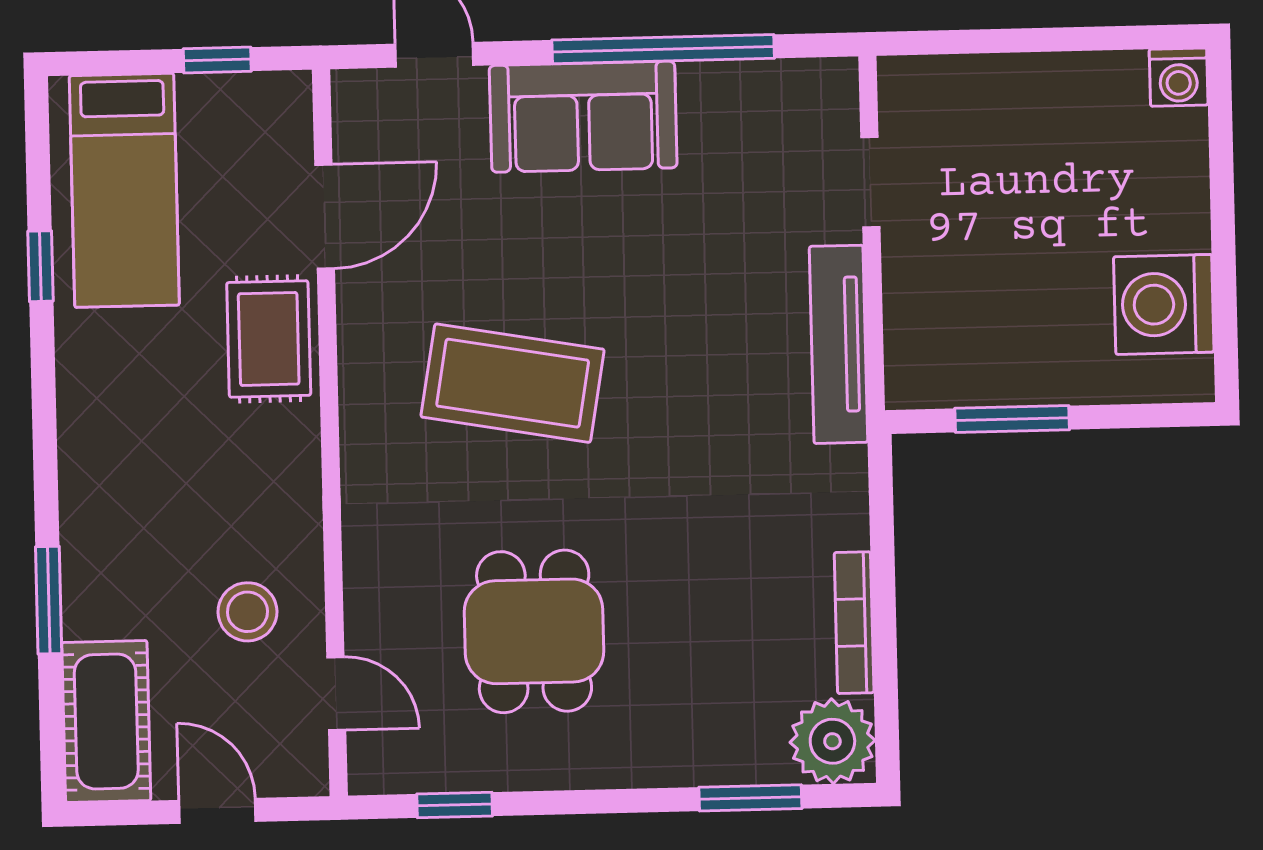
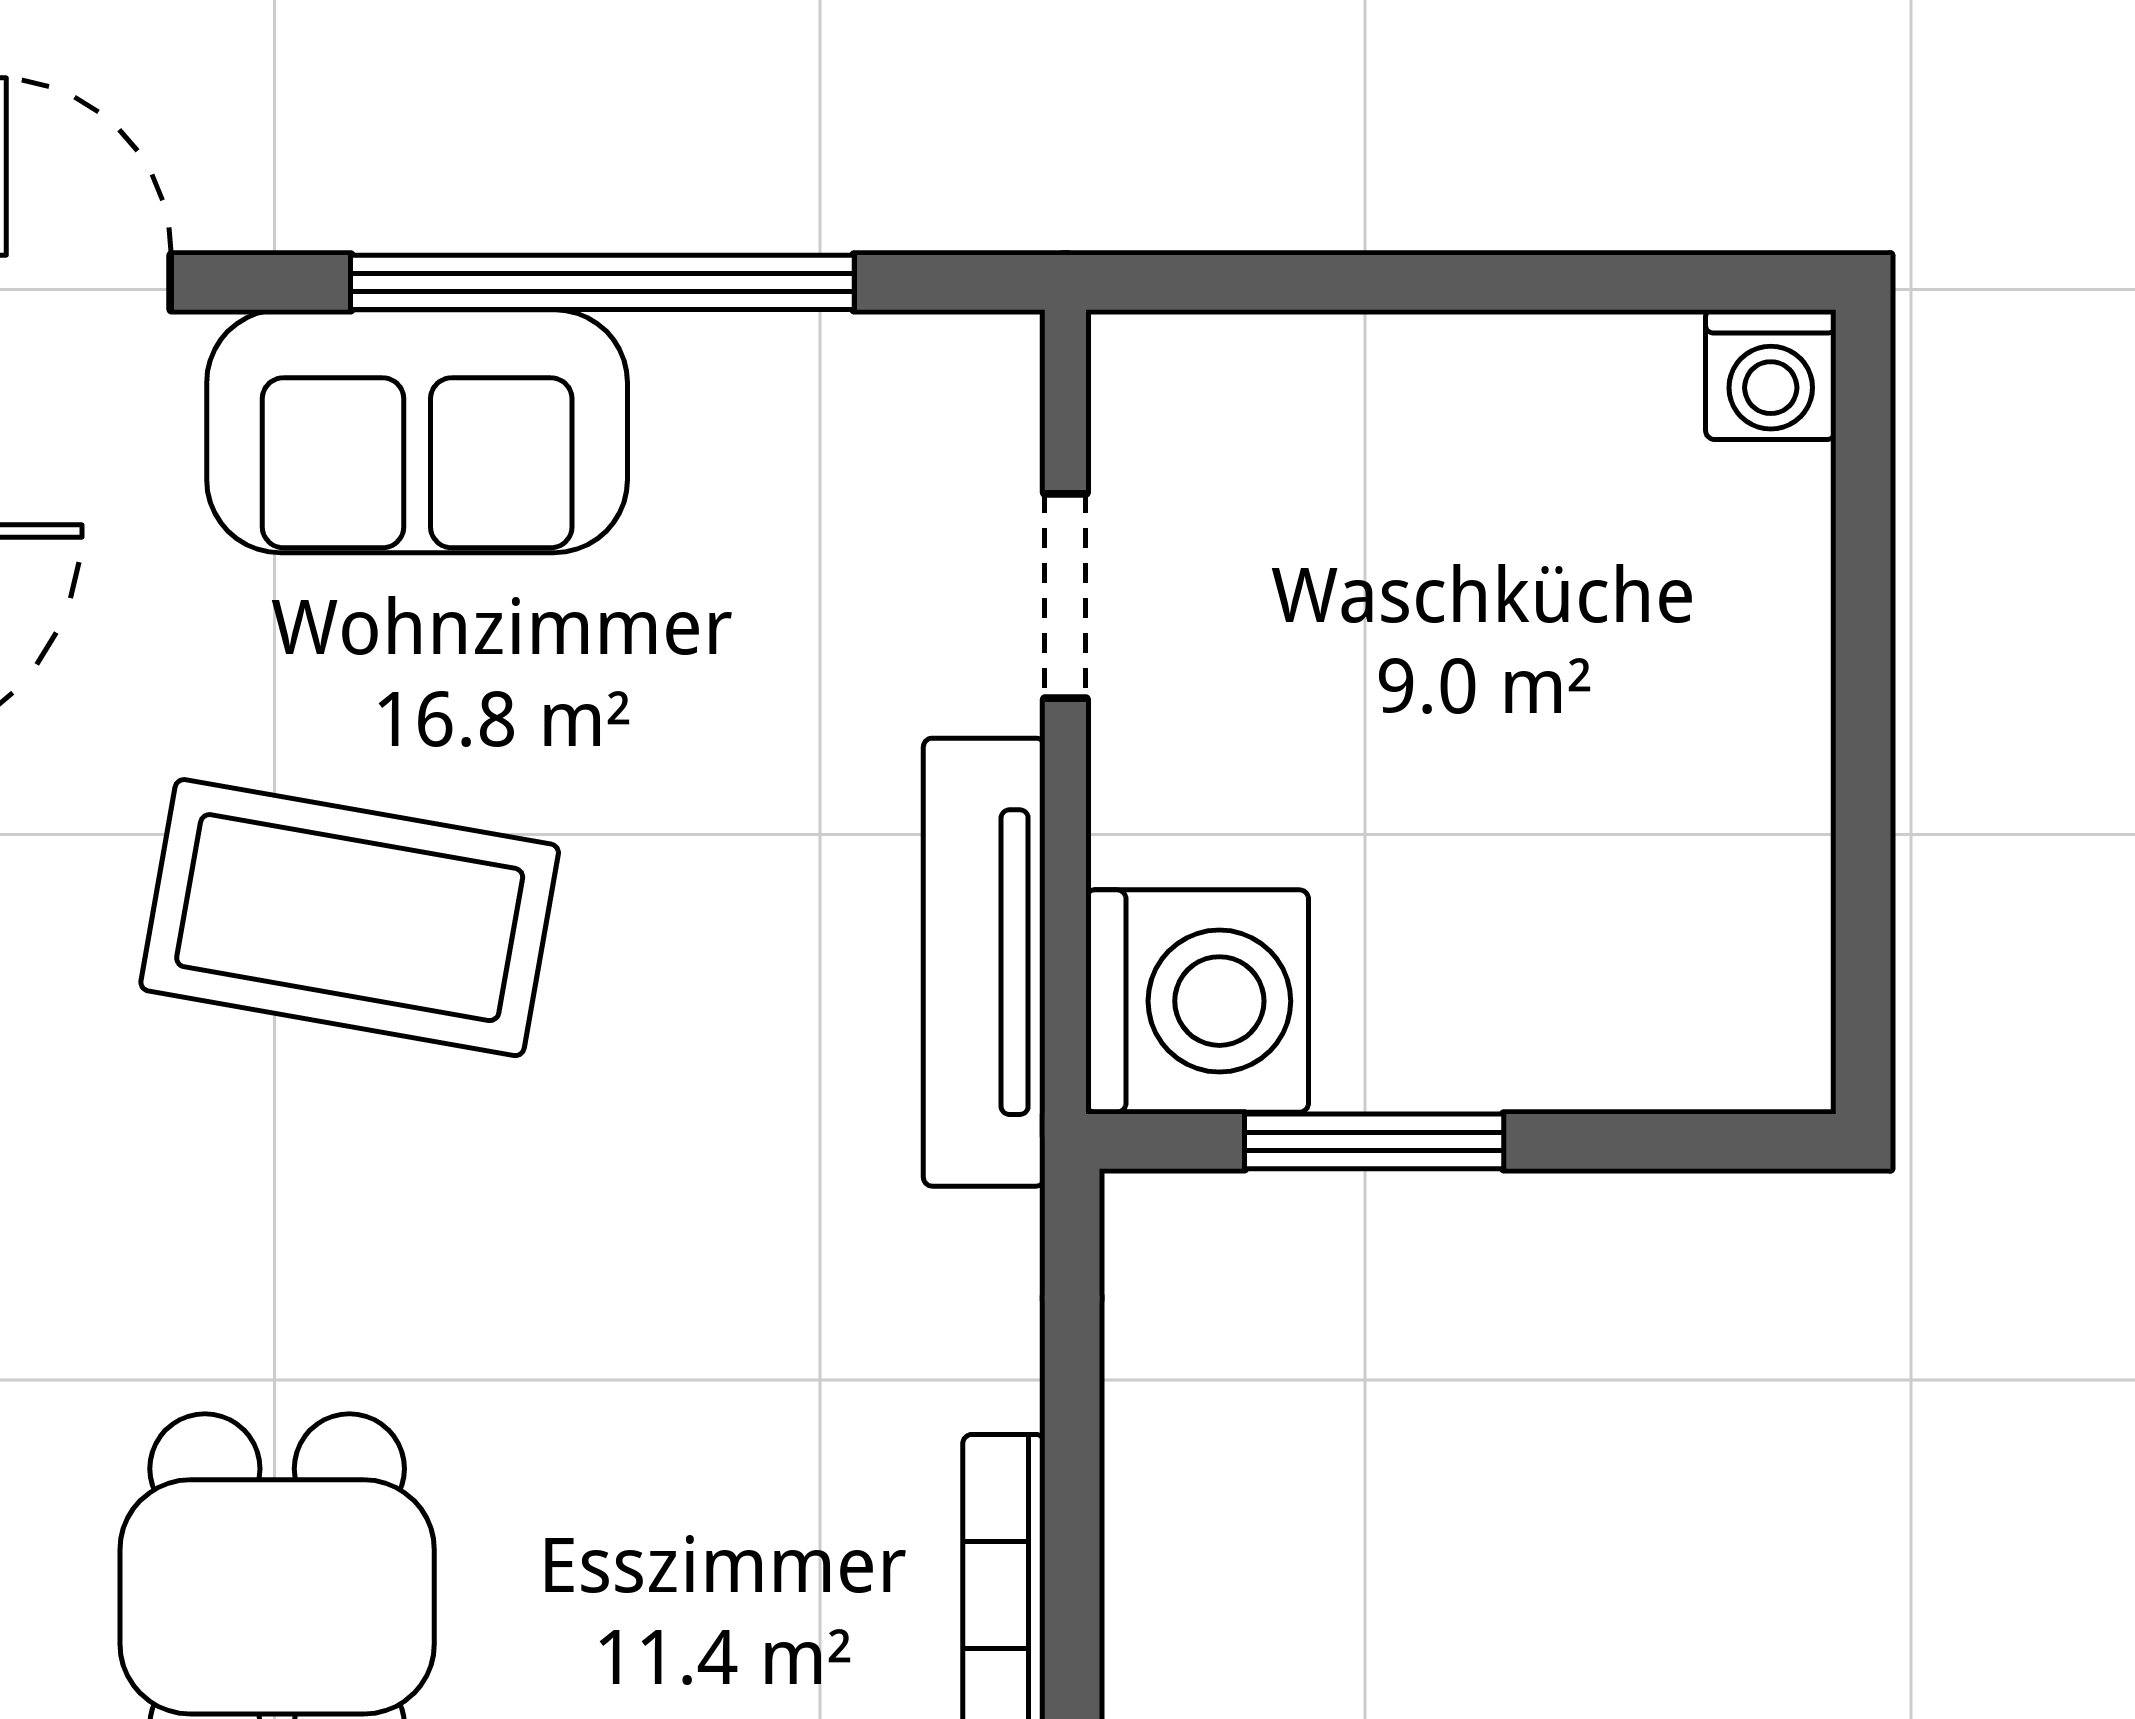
washing machine: (1164, 304) -> (1197, 1001), moved, turned 180
coffee table: (513, 383) -> (350, 918), moved

